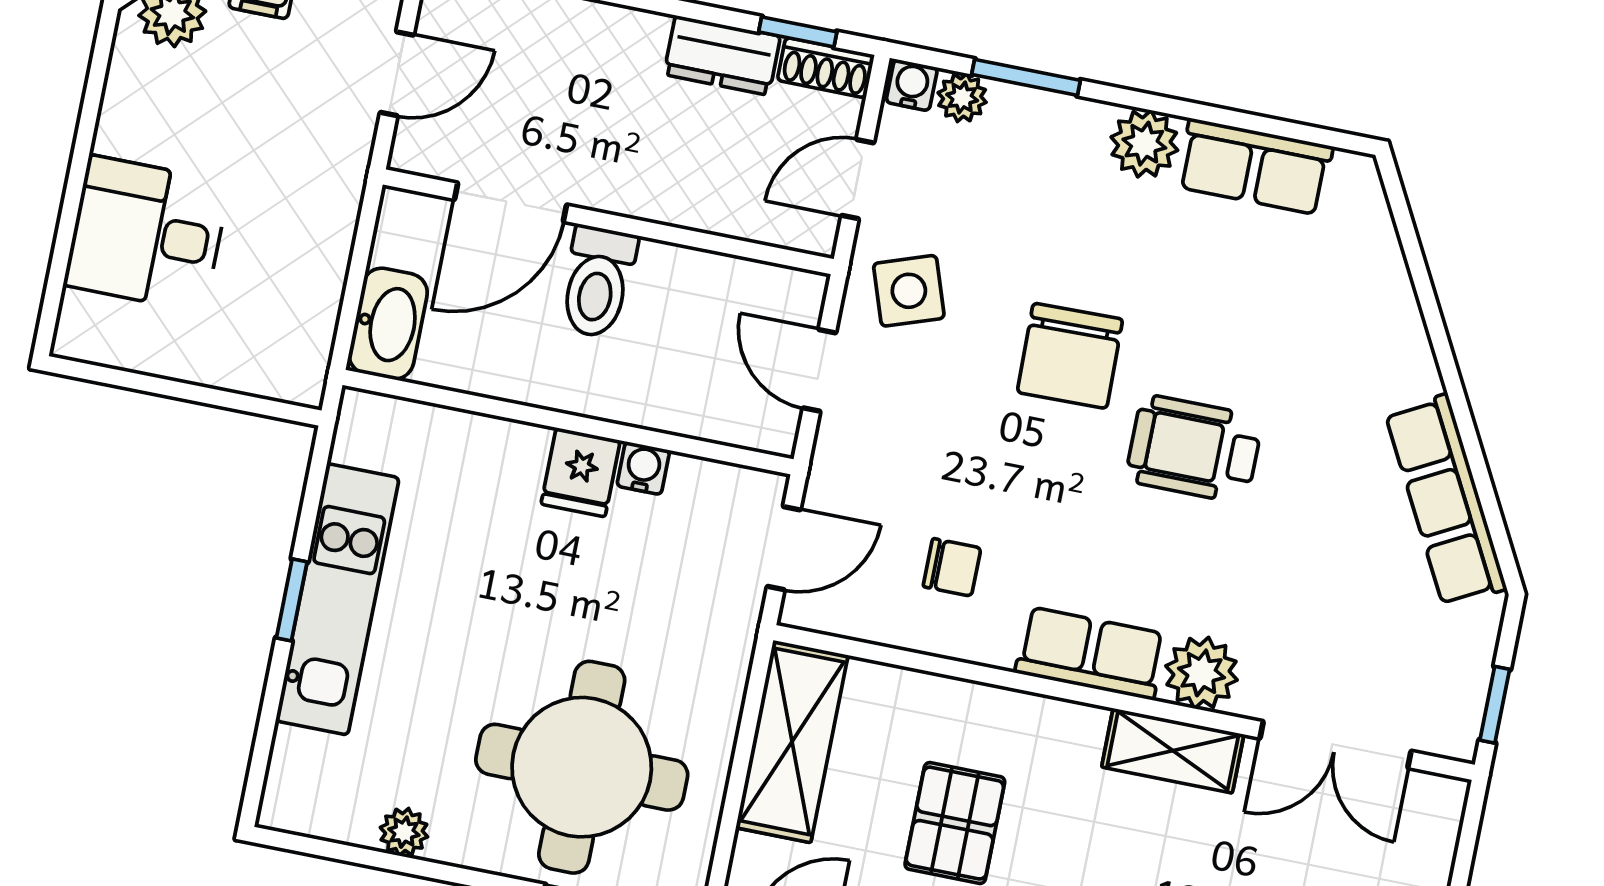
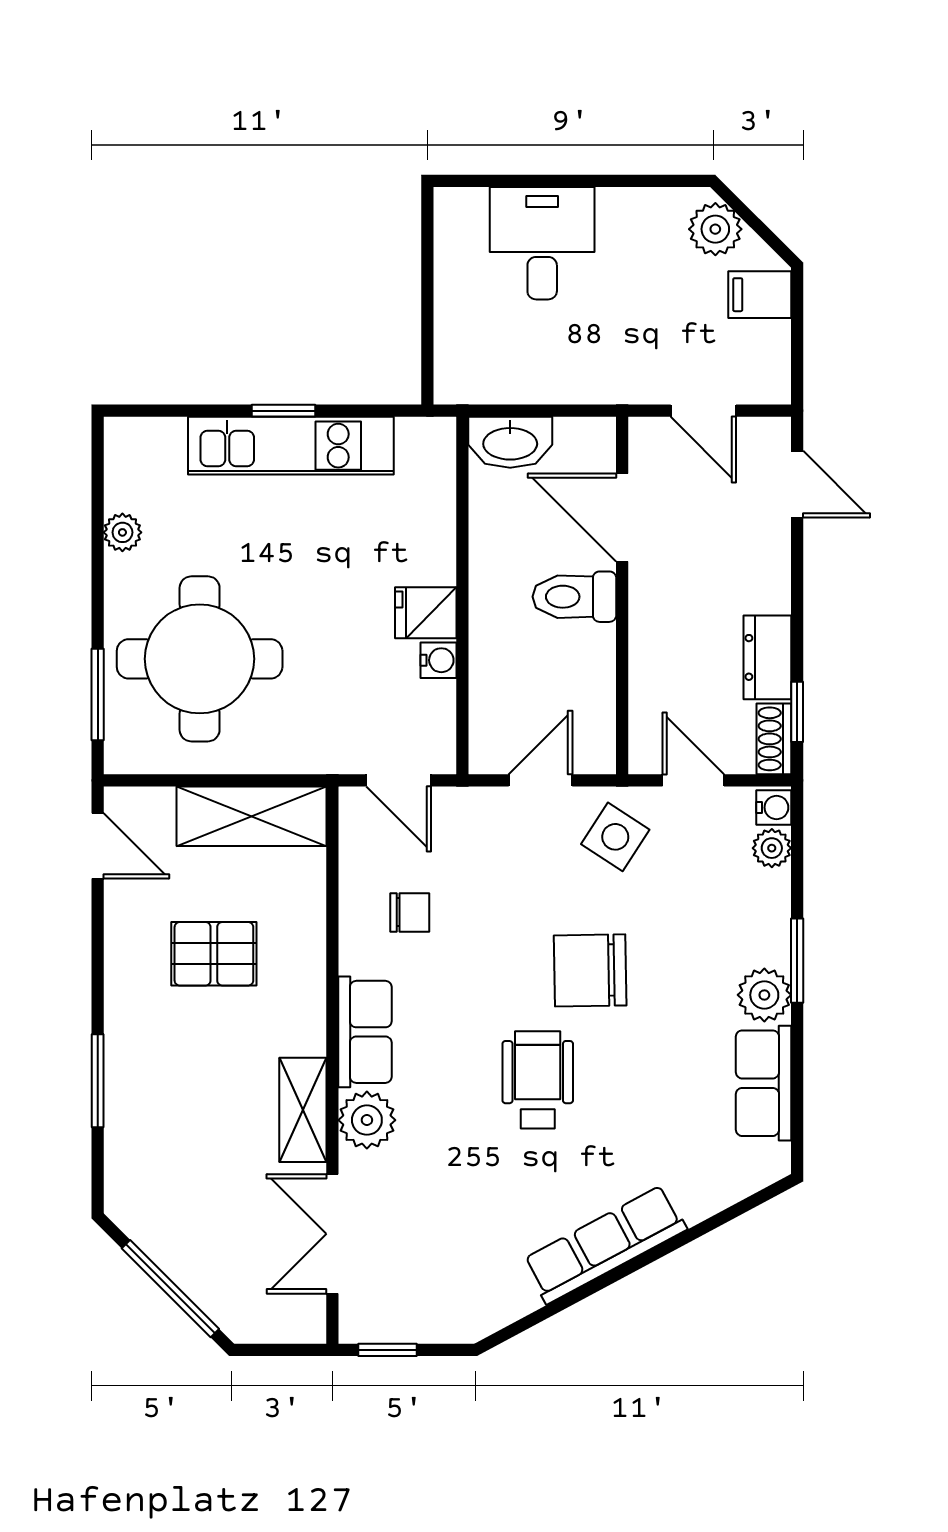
window: (1026, 77) -> (797, 961), moved
side table: (909, 291) -> (615, 837), turned -38
row of seats: (1446, 501) -> (605, 1244), moved
chair: (952, 567) -> (410, 912), turned -90

